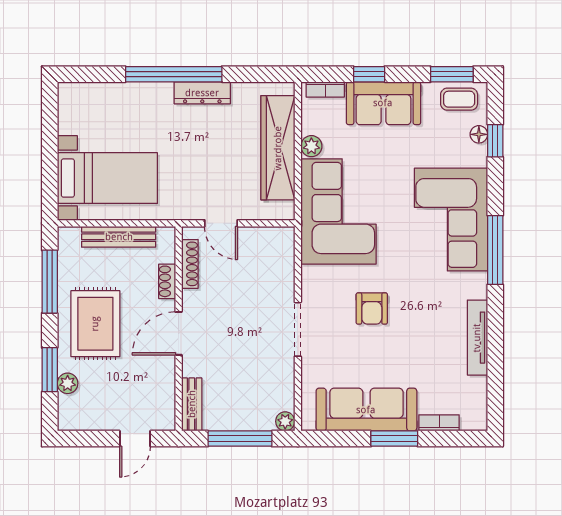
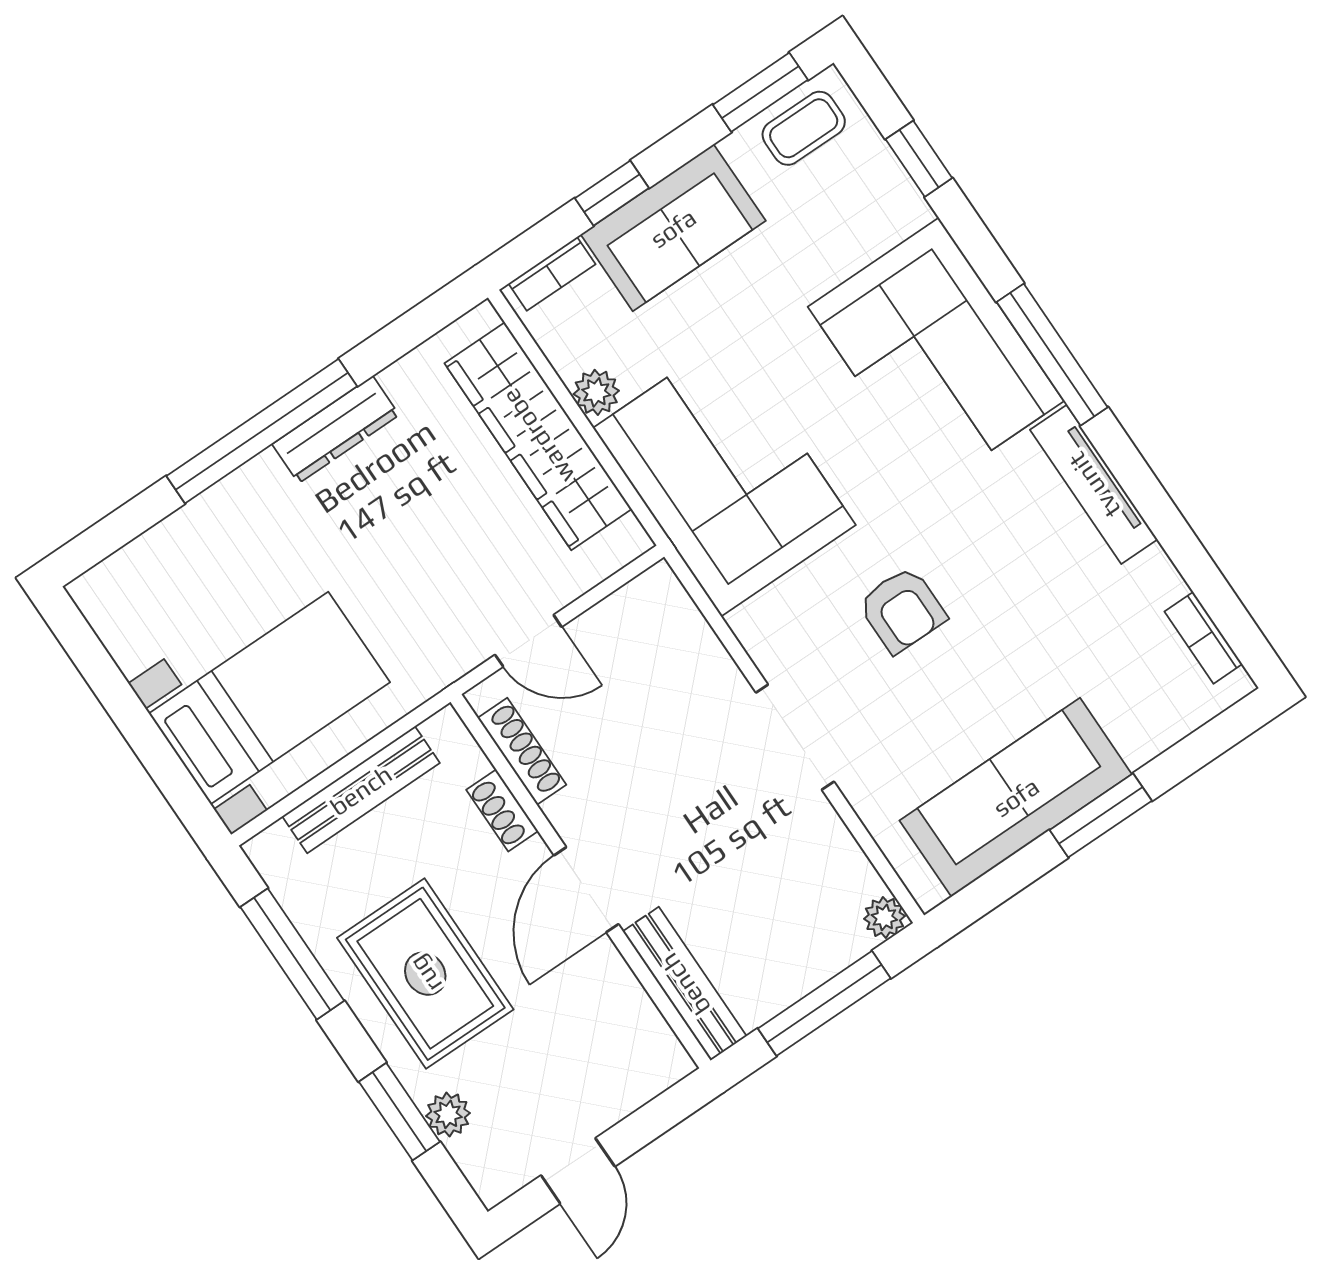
floor lamp: (479, 134) -> (882, 167), removed
tv unit: (477, 338) -> (1094, 485), moved
bench: (192, 404) -> (685, 984), width x1.36
bookcase: (439, 423) -> (1203, 638), moved, turned -90
door: (135, 439) -> (578, 1171), moved

